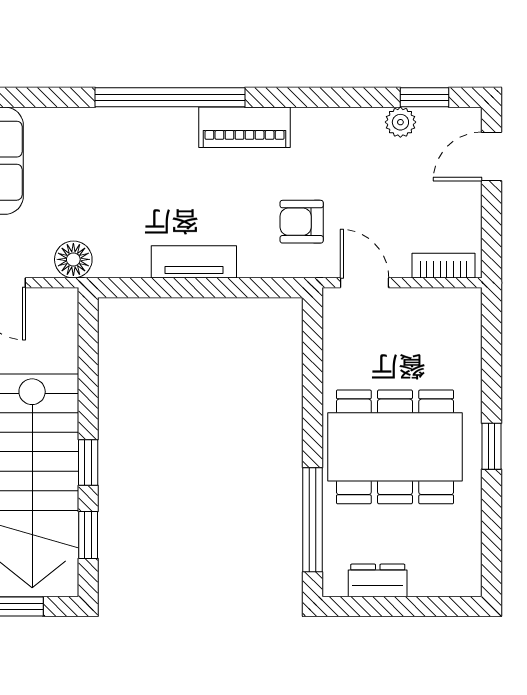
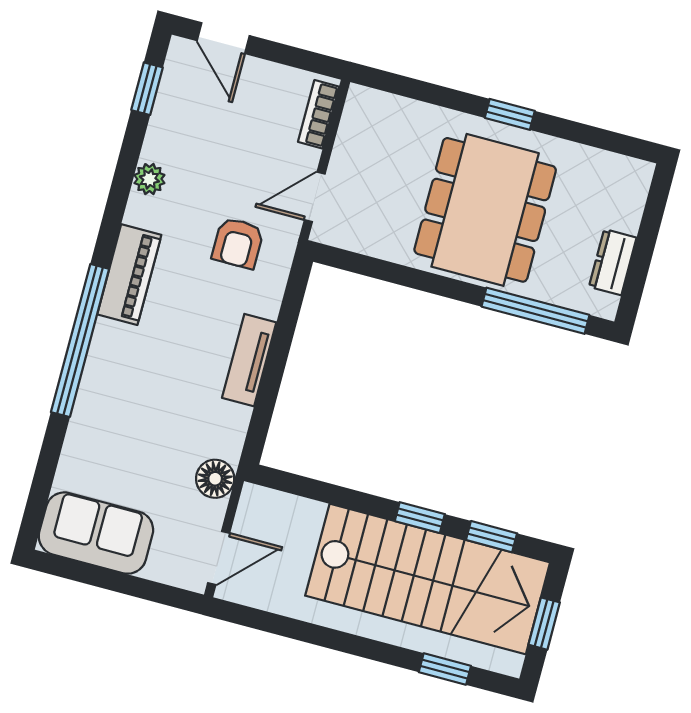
plant: (400, 122) -> (149, 179), moved

